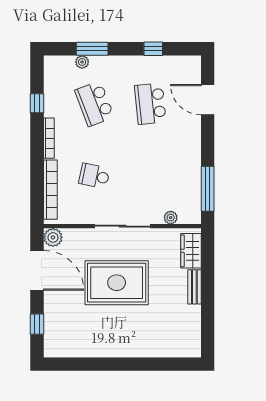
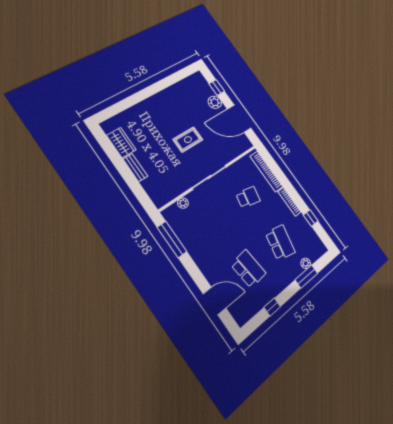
school desk: (94, 104) -> (280, 243), turned 33
plant: (53, 237) -> (215, 102), moved
wardrobe: (191, 251) -> (121, 143), moved
rug: (117, 283) -> (188, 140), width x0.54, depth x0.49

